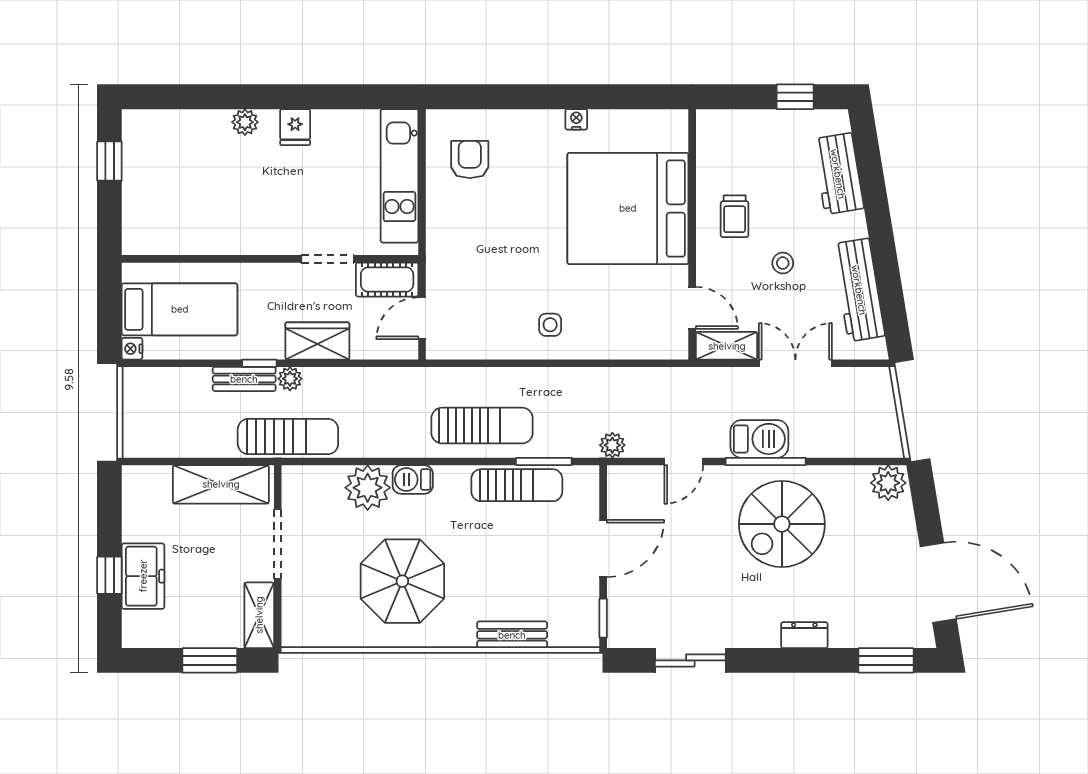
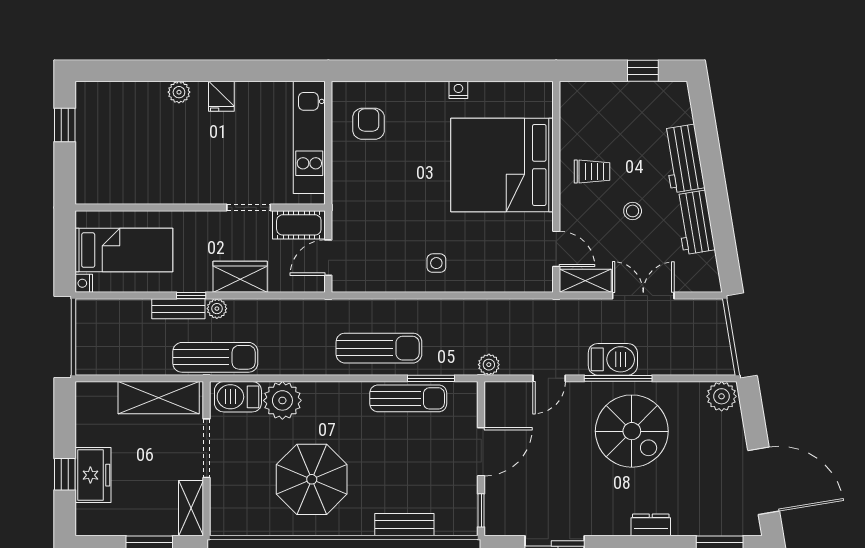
workbench: (838, 174) -> (683, 159), moved
trolley: (735, 216) -> (592, 172), turned -90
workbench: (859, 290) -> (695, 222), width x0.73
barbecue: (413, 480) -> (238, 397), moved, width x1.38, depth x1.27
spiral stairs: (782, 524) -> (632, 431), turned -90

